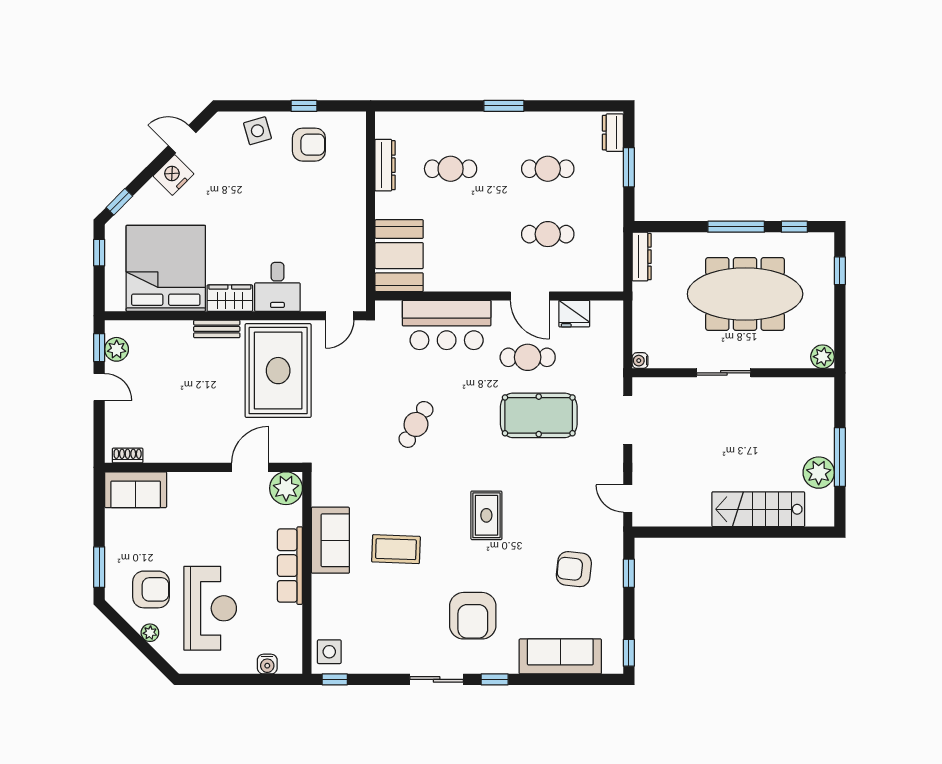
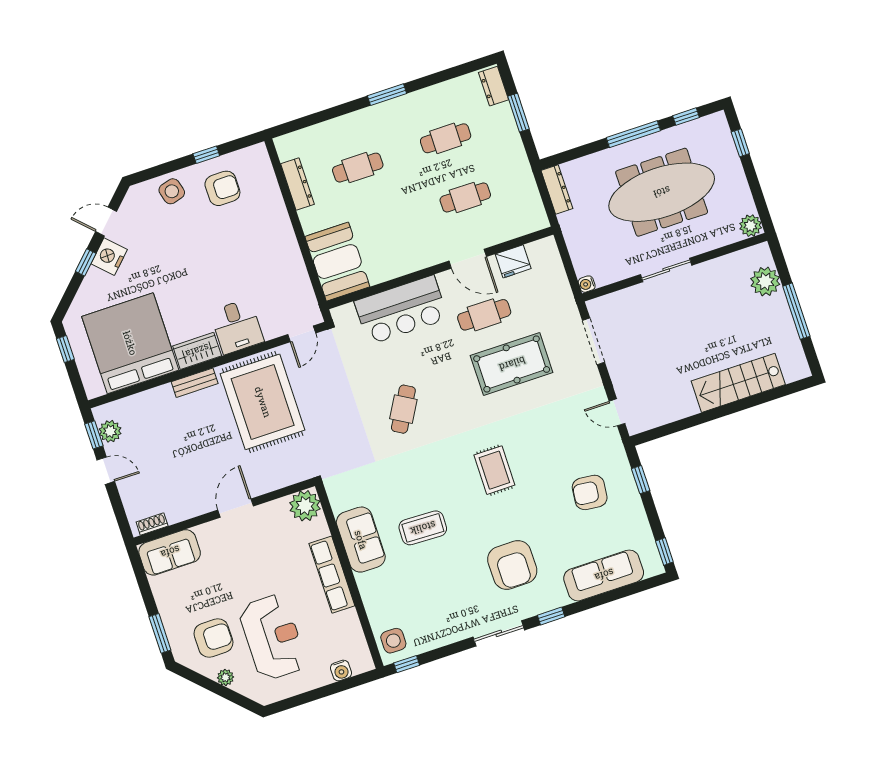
window: (119, 202) -> (86, 262), moved
door: (250, 467) -> (236, 508), moved
plant: (819, 473) -> (765, 281), moved

